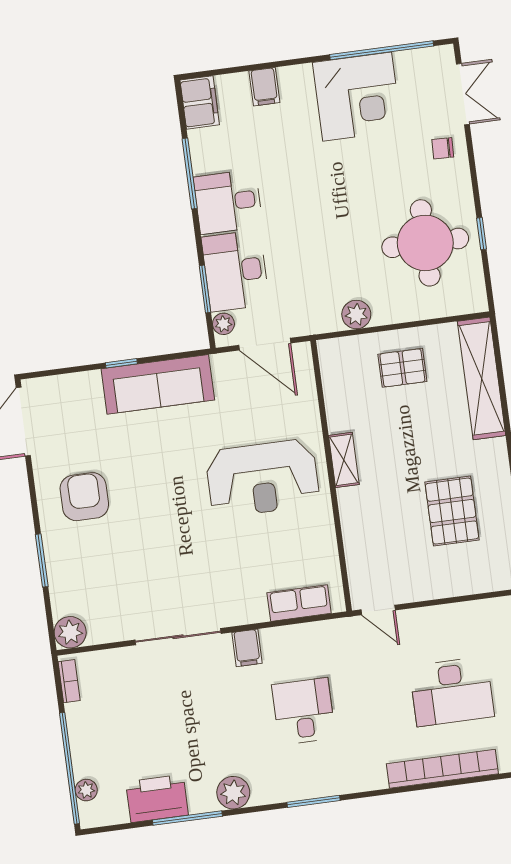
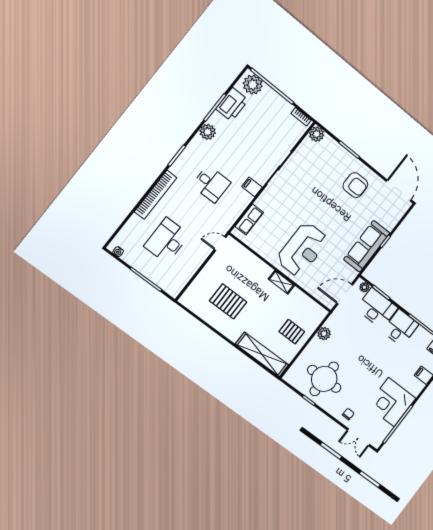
pallet: (402, 368) -> (292, 332), turned 90
reception desk: (262, 478) -> (303, 249), turned 180
bookcase: (442, 769) -> (156, 195), moved
plant: (86, 790) -> (253, 85), width x1.88, depth x1.88

